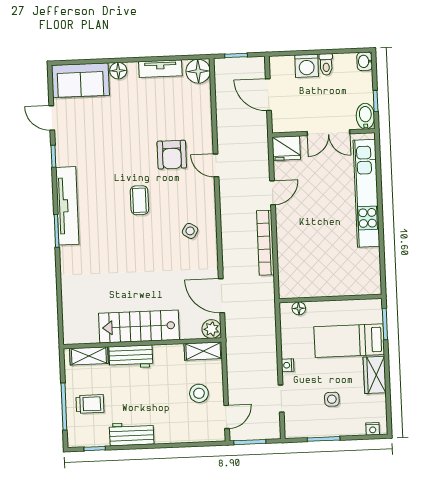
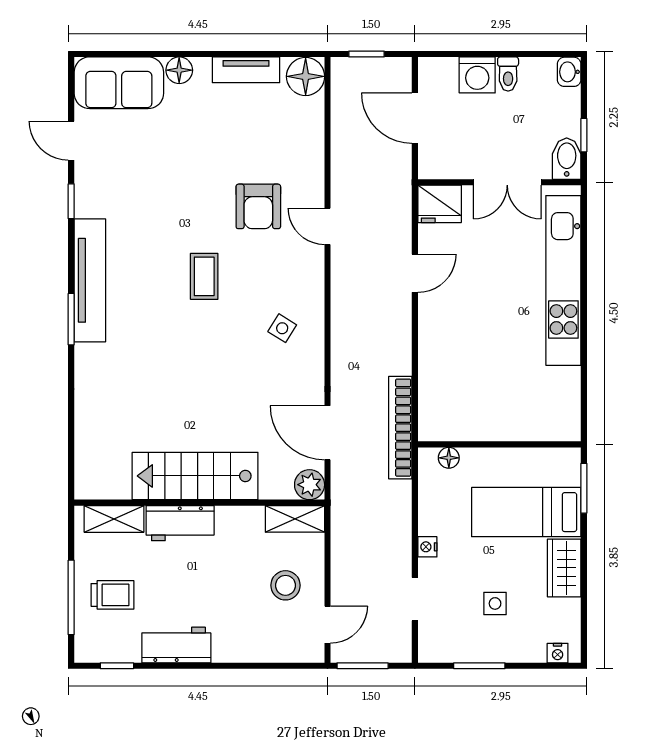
bookcase: (265, 243) -> (400, 428), moved

